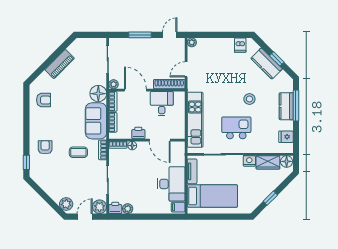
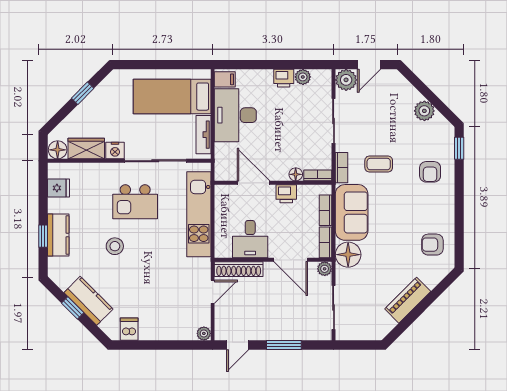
window: (296, 106) -> (43, 236), width x0.46
plant: (66, 204) -> (424, 111), moved
printer: (115, 208) -> (284, 78), moved

